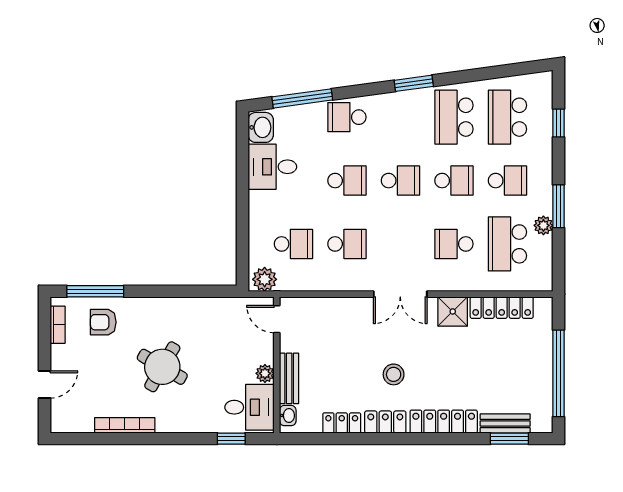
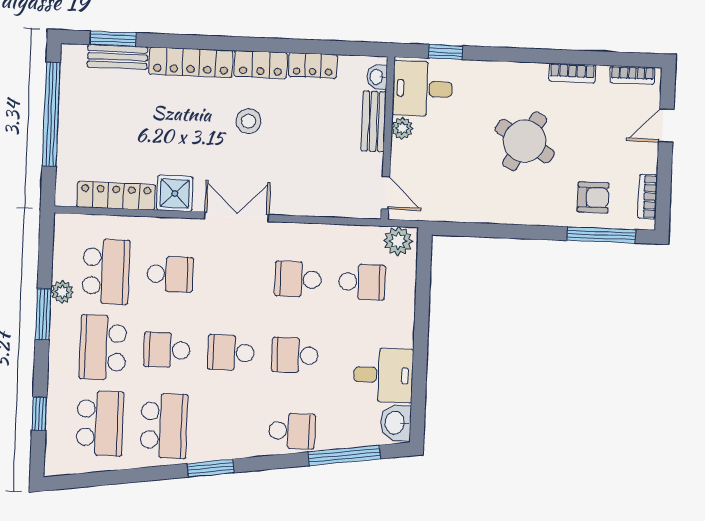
school desk: (507, 181) -> (103, 347), width x1.85
school desk: (293, 244) -> (362, 282), turned 180
bookcase: (125, 425) -> (572, 73), width x0.64
bookcase: (75, 426) -> (632, 75), added

